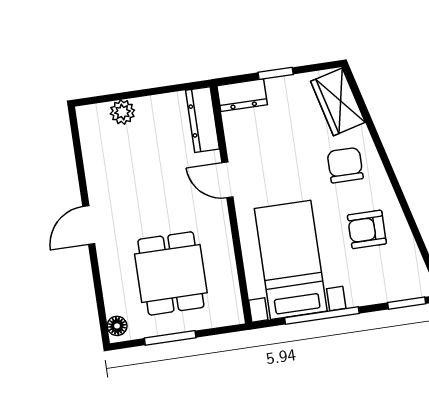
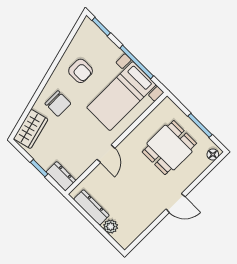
dresser: (202, 120) -> (91, 207), moved, turned -90
chair: (345, 165) -> (58, 104), turned -90

